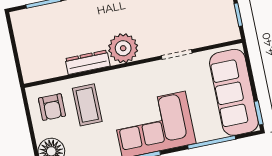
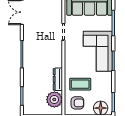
plant: (123, 48) -> (54, 100), moved

